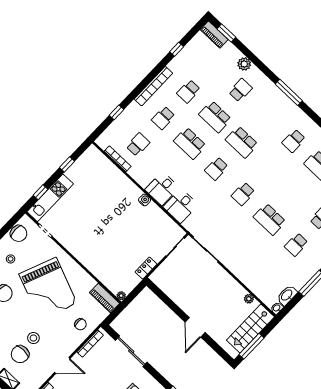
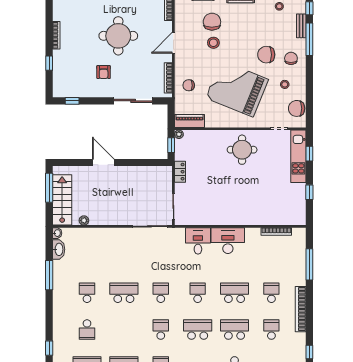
window: (117, 112) -> (309, 264), width x2.17
school desk: (138, 145) -> (161, 330), moved, turned 180
desk: (162, 189) -> (228, 241), width x1.37
water cooler: (145, 200) -> (228, 220), removed
round table: (86, 241) -> (242, 150), added
window: (134, 293) -> (171, 145), added

